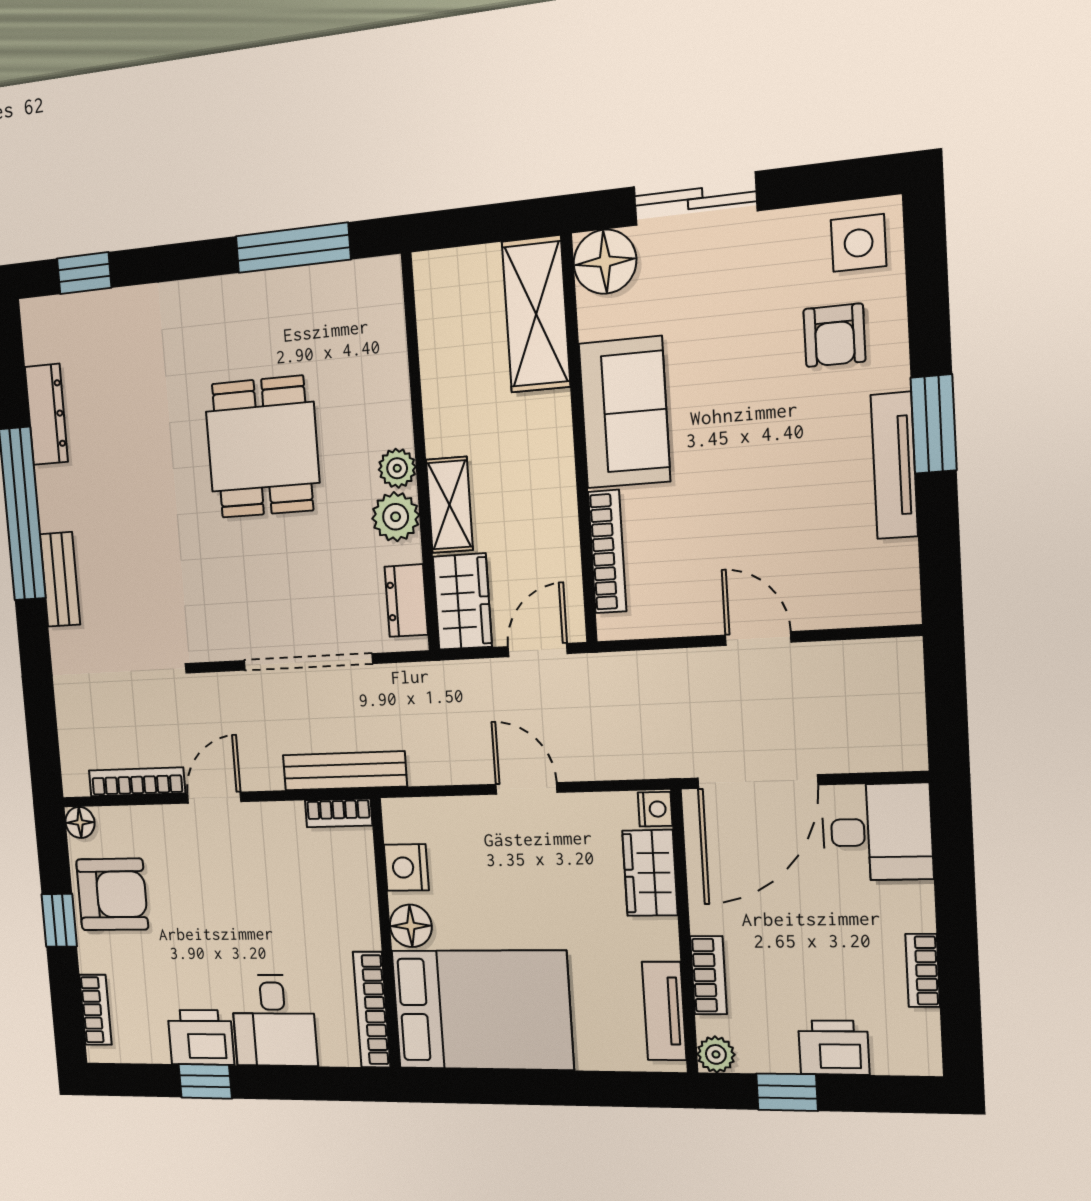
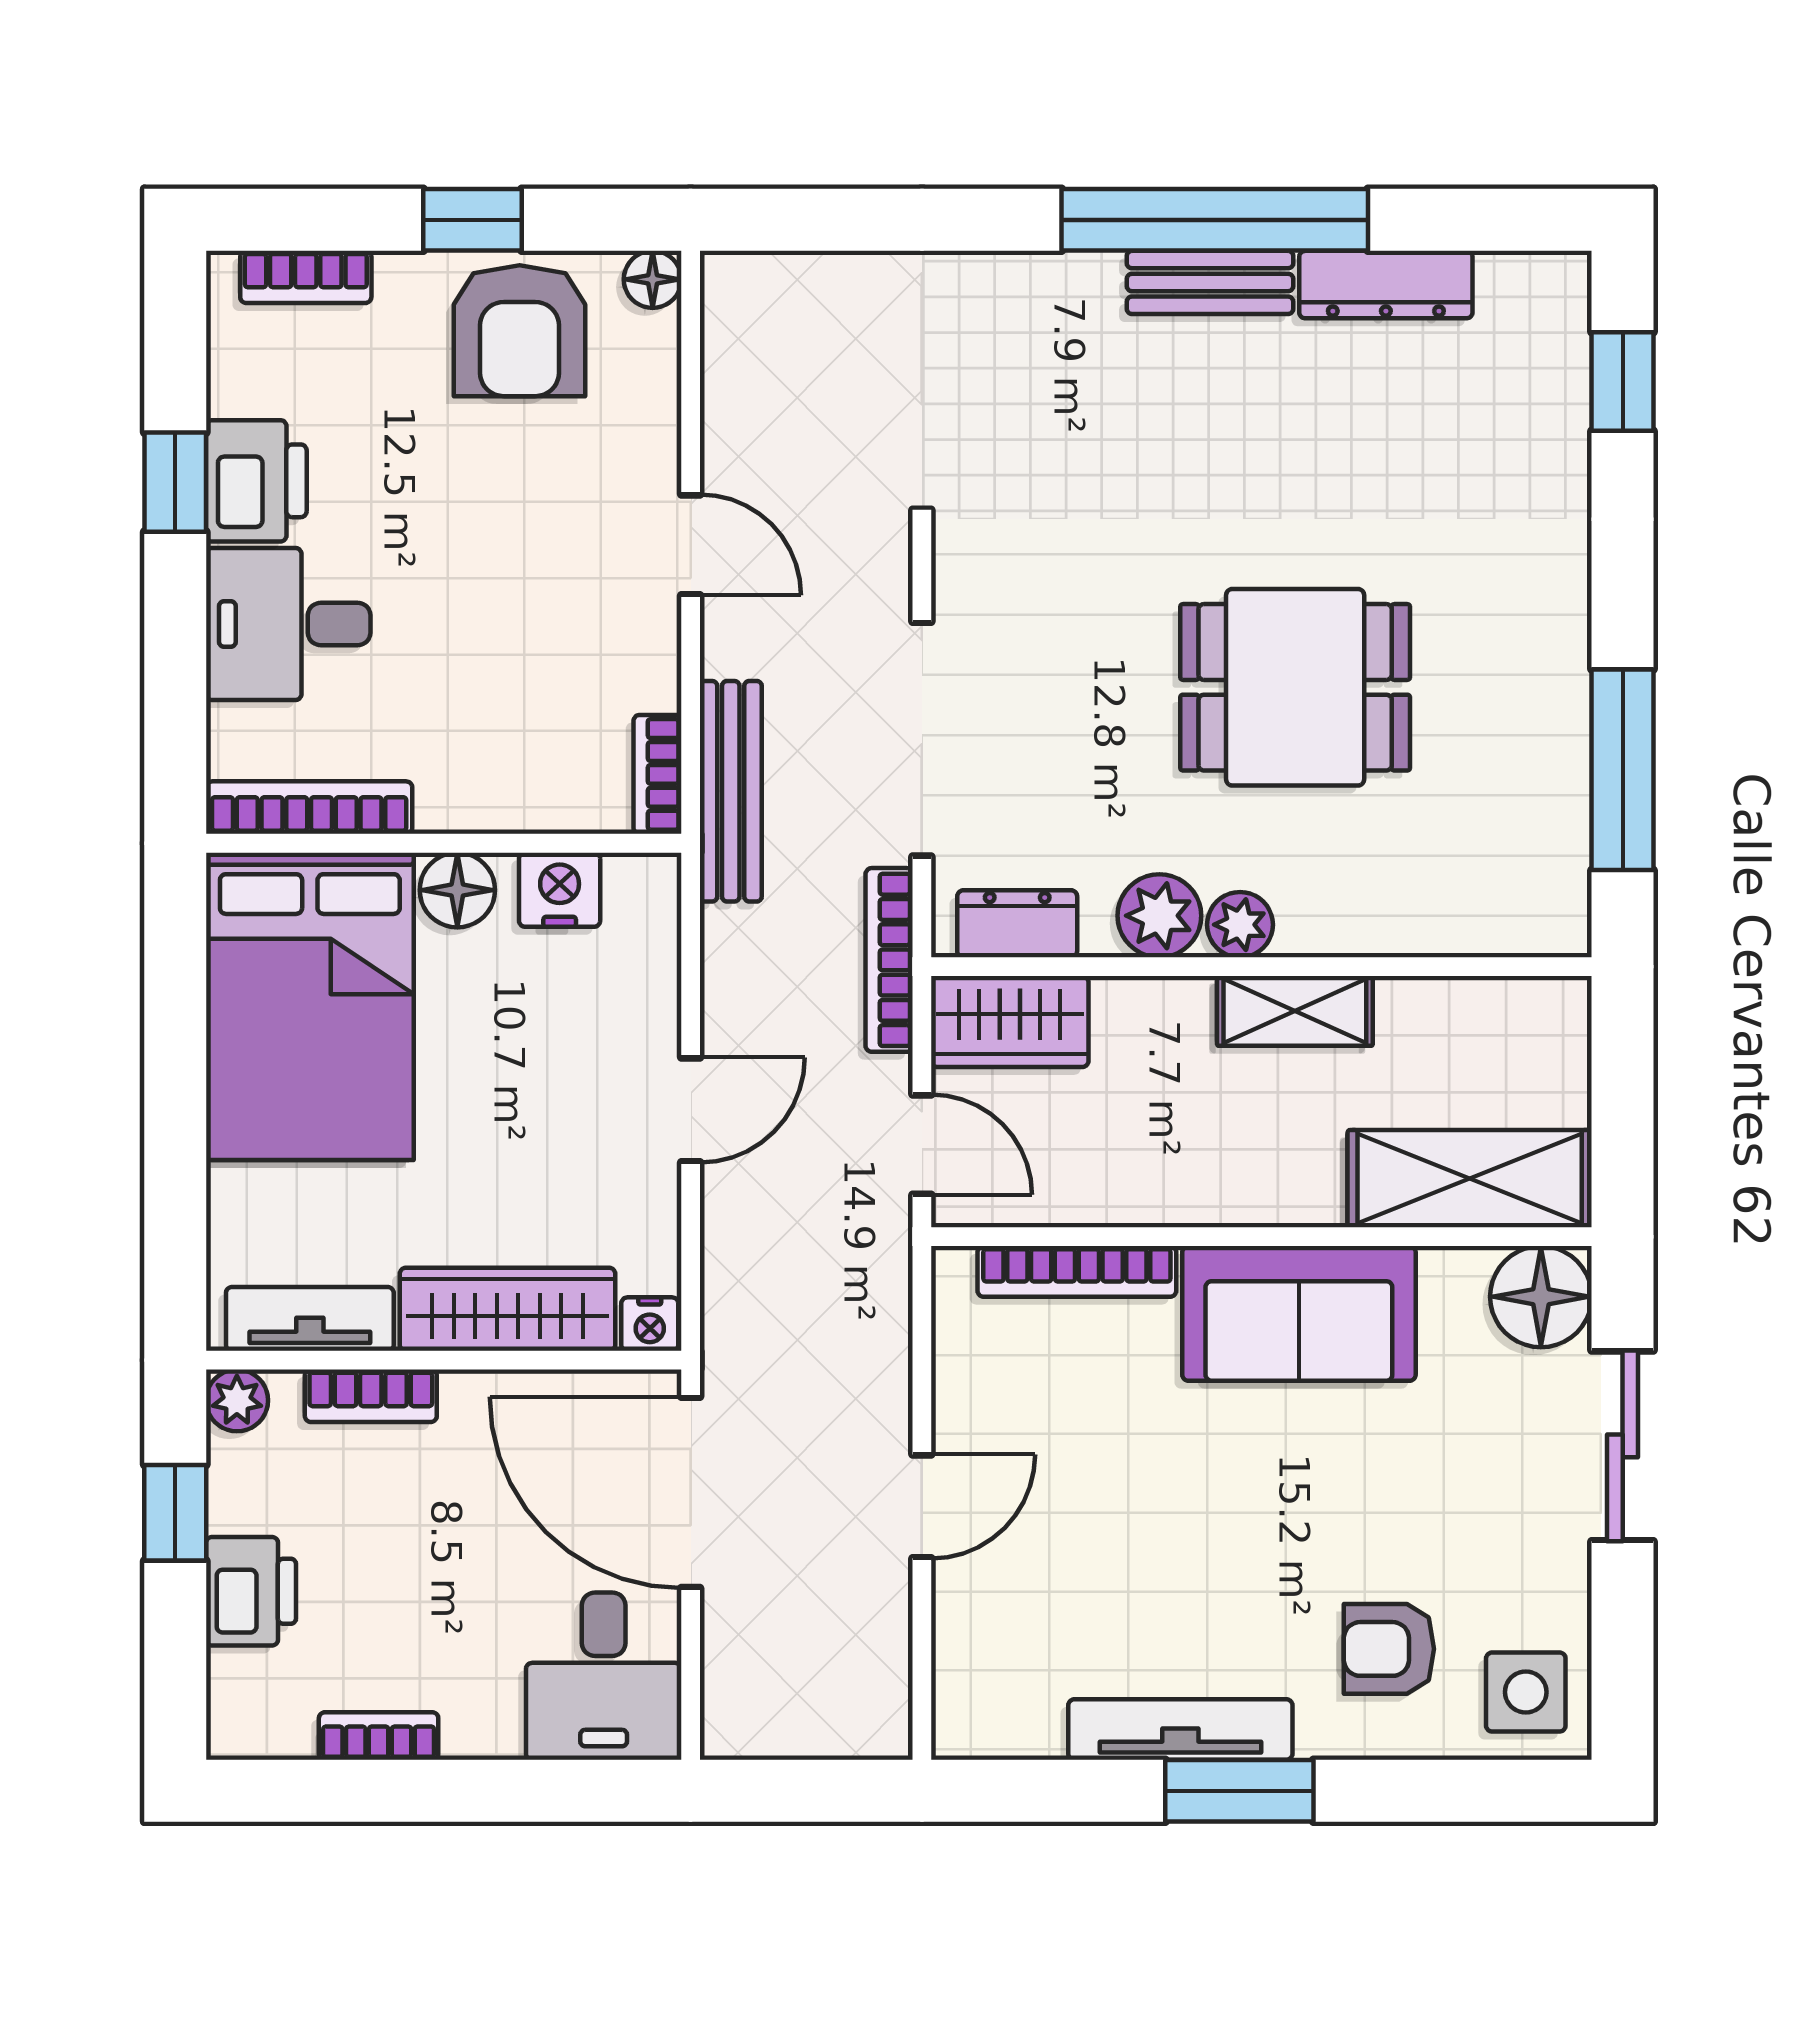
shelving: (450, 505) -> (1295, 1011), moved
bench: (60, 579) -> (1210, 282), moved
bookcase: (137, 782) -> (889, 960), moved, turned 180
wardrobe: (650, 873) -> (508, 1309), width x1.50

